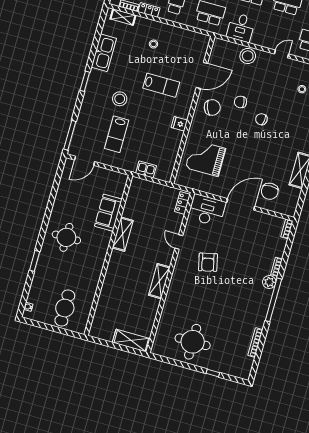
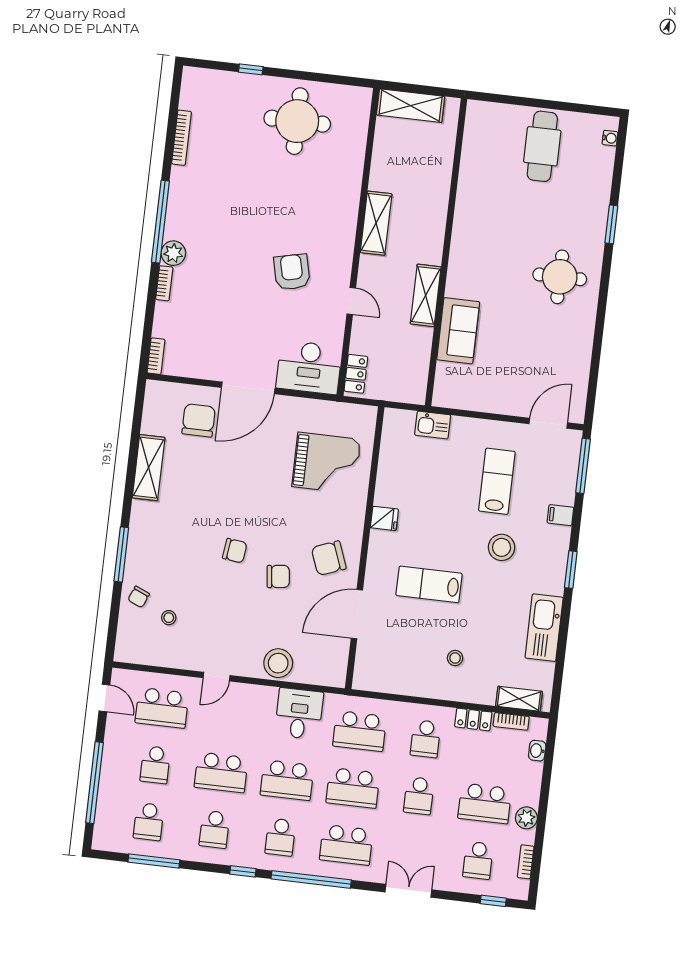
filing cabinet: (86, 111) -> (560, 515), added
sofa: (108, 213) -> (458, 331), moved
shelving: (123, 234) -> (426, 295), moved
wall: (108, 255) -> (446, 252), moved

